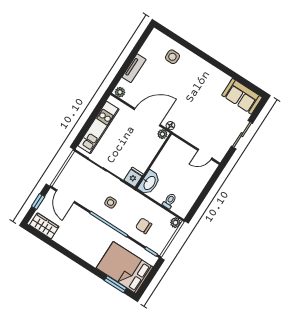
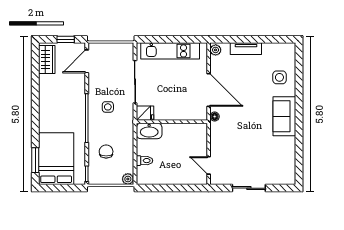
sofa: (242, 96) -> (284, 116), moved
plant: (162, 134) -> (202, 114), removed

